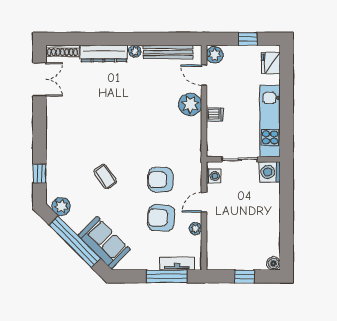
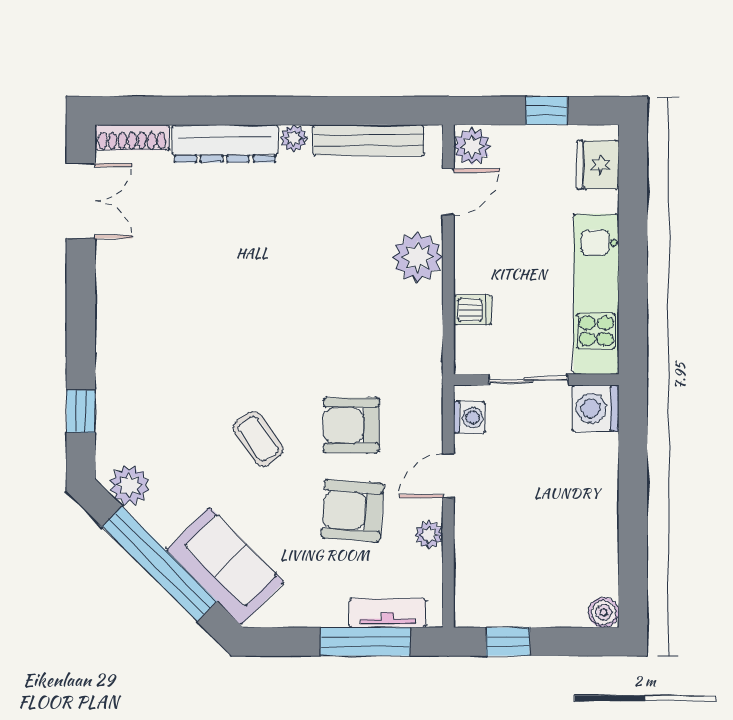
door: (204, 75) -> (448, 192), swing flipped
dishwasher: (215, 114) -> (473, 310), moved
coffee table: (105, 176) -> (258, 439), moved
window: (244, 276) -> (508, 642), moved

